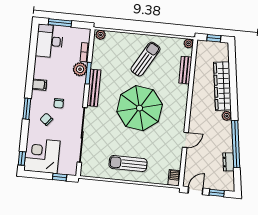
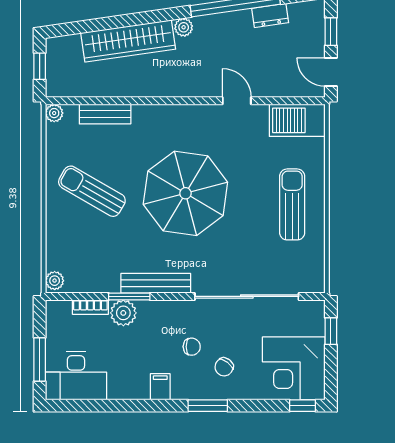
sun lounger: (128, 164) -> (292, 204), turned 180
barbecue: (174, 178) -> (297, 120), width x1.88, depth x1.53

